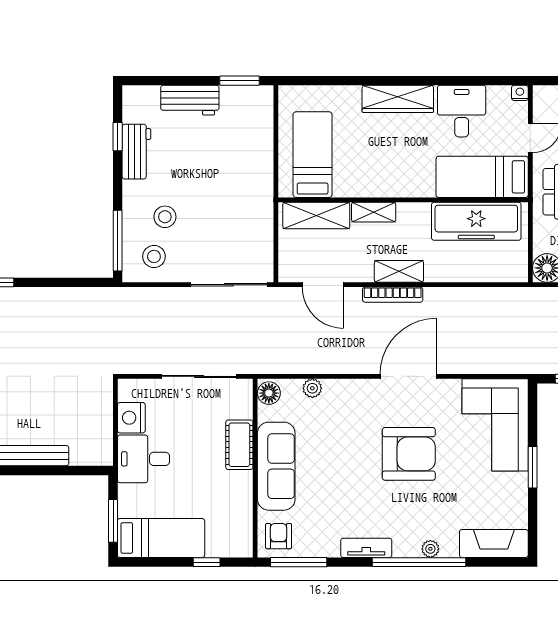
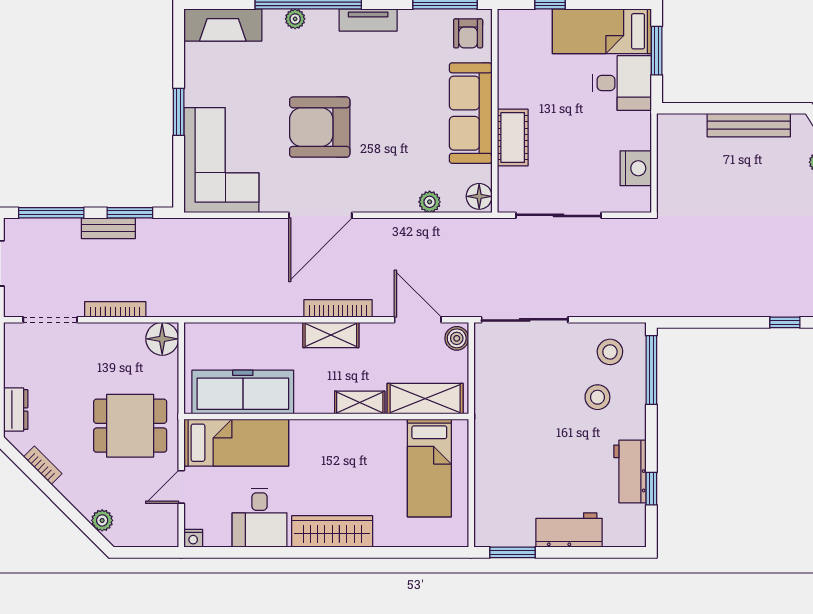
boiler: (288, 268) -> (457, 338), added
desk: (143, 459) -> (622, 83), moved

